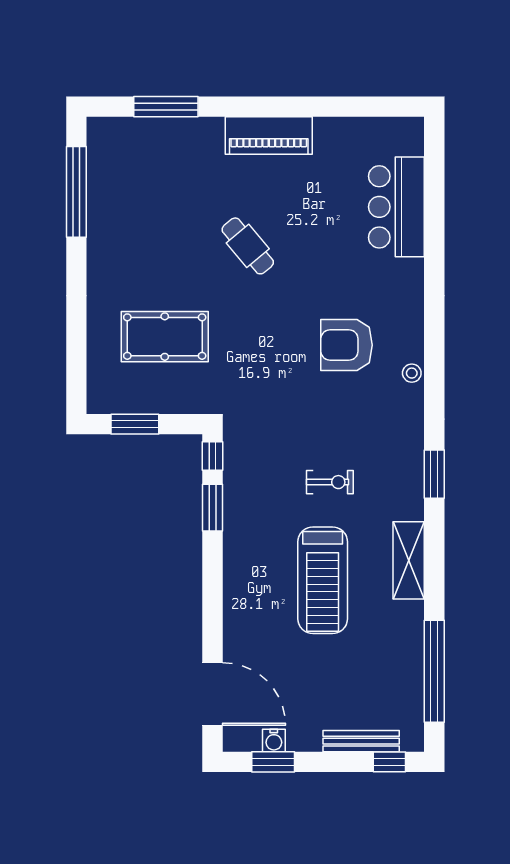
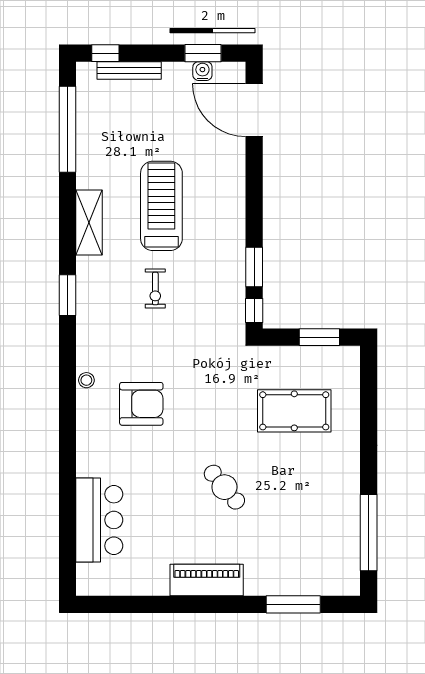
exercise bike: (330, 482) -> (155, 289), turned -90

